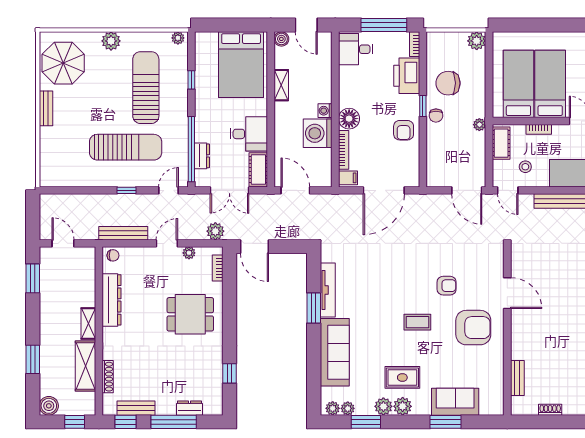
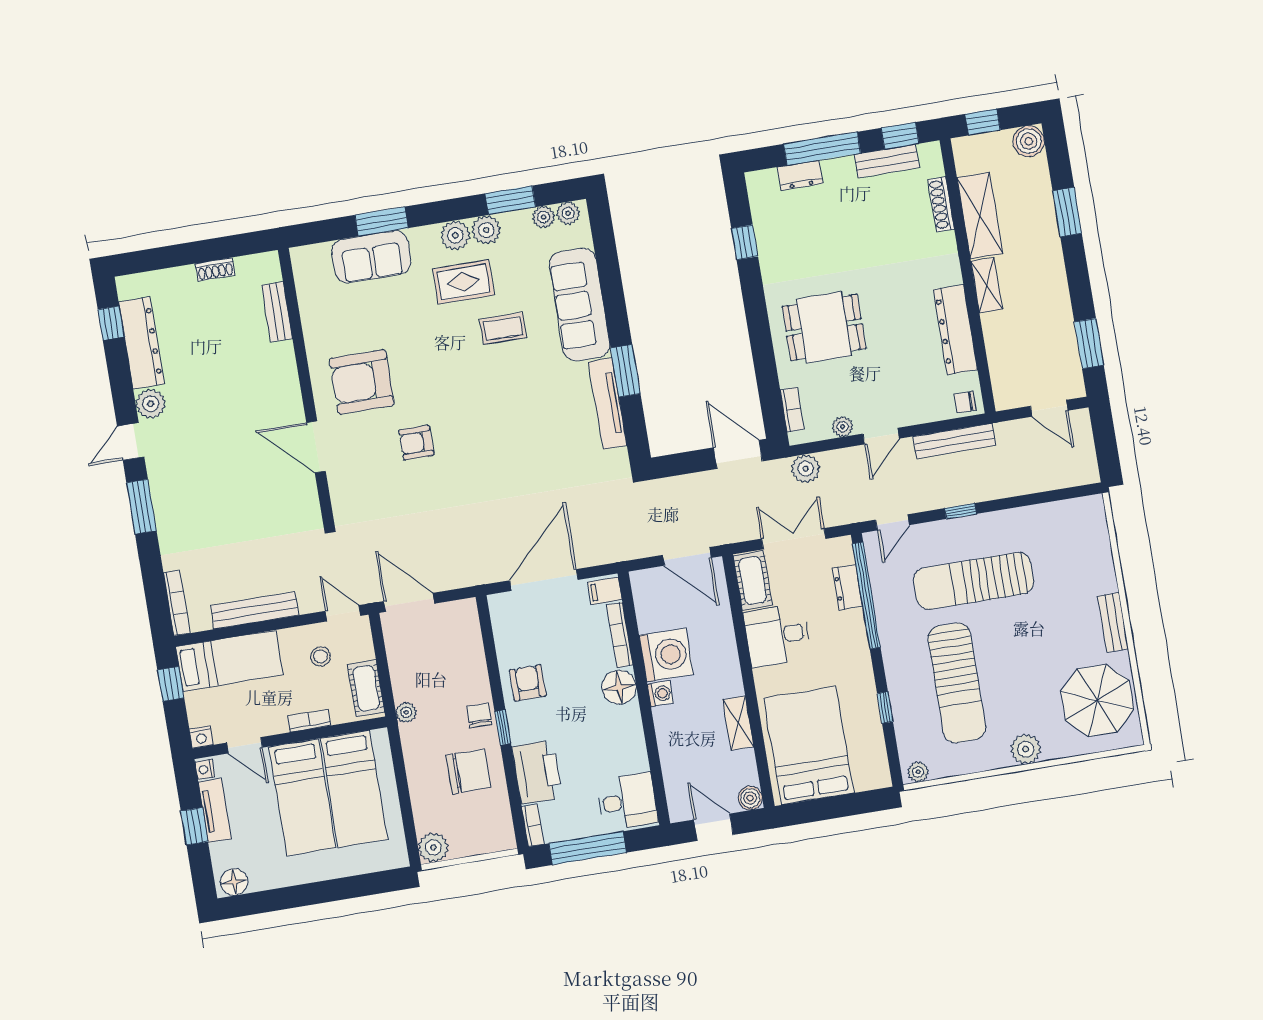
coffee table: (417, 322) -> (503, 328), moved

